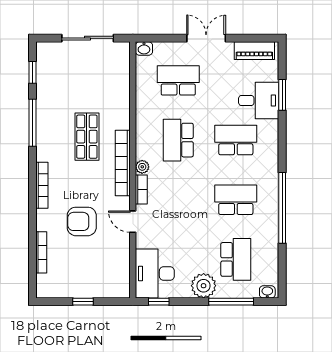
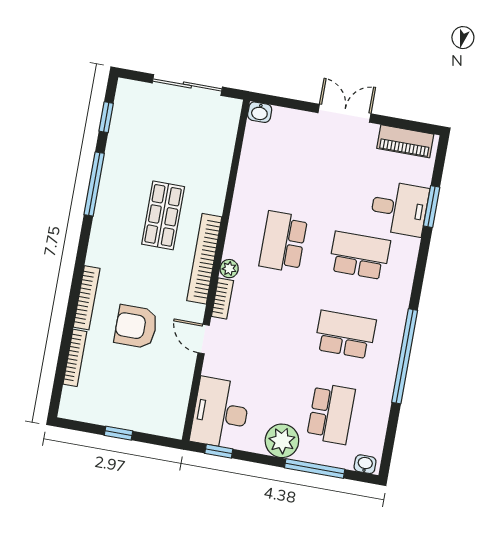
school desk: (178, 80) -> (297, 163), removed
bookcase: (42, 185) -> (87, 298), moved

